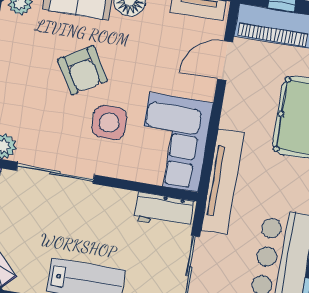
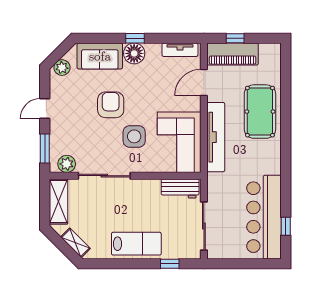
armchair: (83, 70) -> (111, 105), turned -149
tv unit: (223, 182) -> (216, 137), moved

